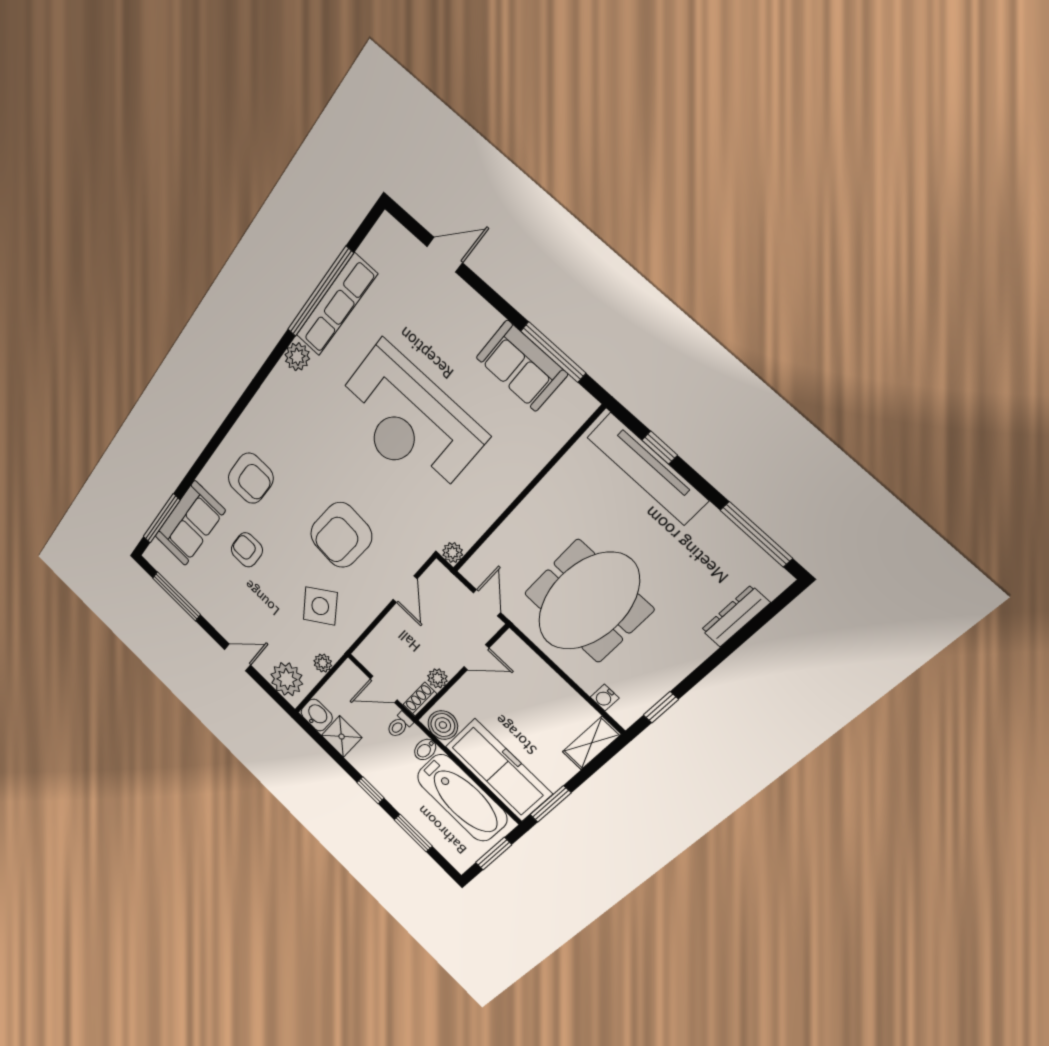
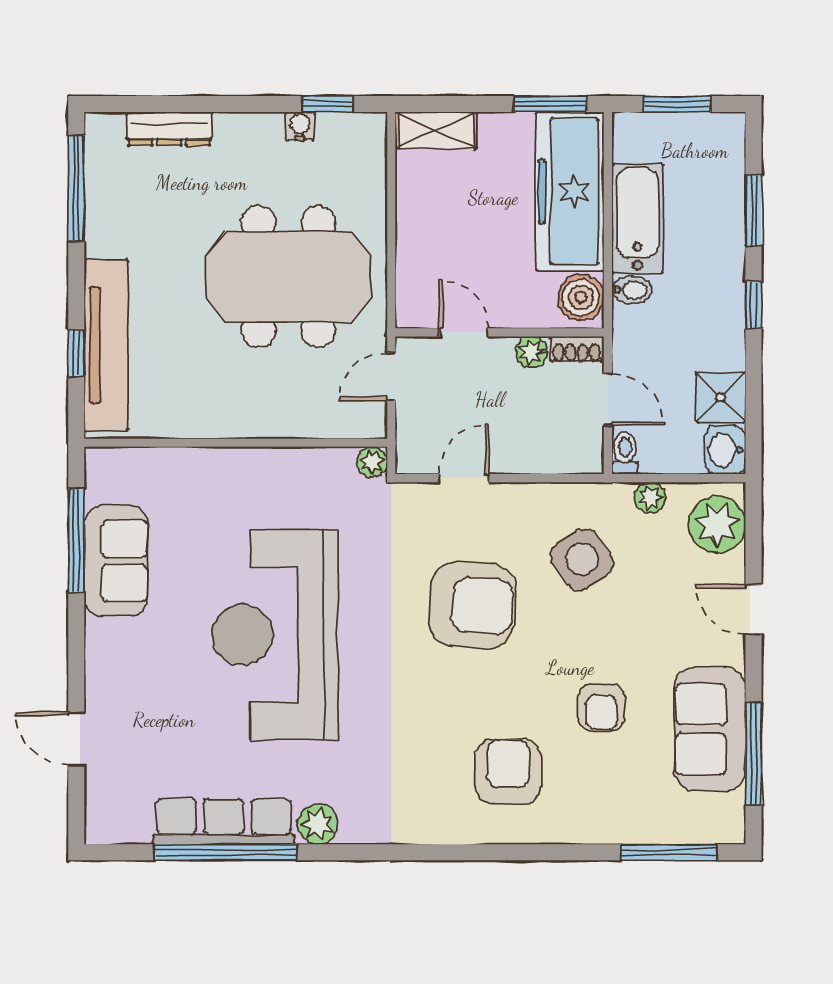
reception desk: (408, 421) -> (275, 635), turned 180
sofa: (190, 523) -> (710, 729), moved, turned -90
water cooler: (605, 698) -> (300, 126), moved, turned -90
toilet: (399, 725) -> (625, 453), moved, turned -90
bathtub: (462, 798) -> (638, 218), width x0.73, depth x0.73

